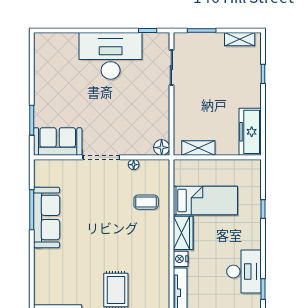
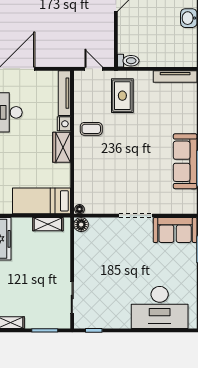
desk: (111, 56) -> (160, 307), moved
floor lamp: (134, 165) -> (80, 209), moved
bed: (205, 200) -> (41, 201), moved
coffee table: (146, 202) -> (91, 129), moved

